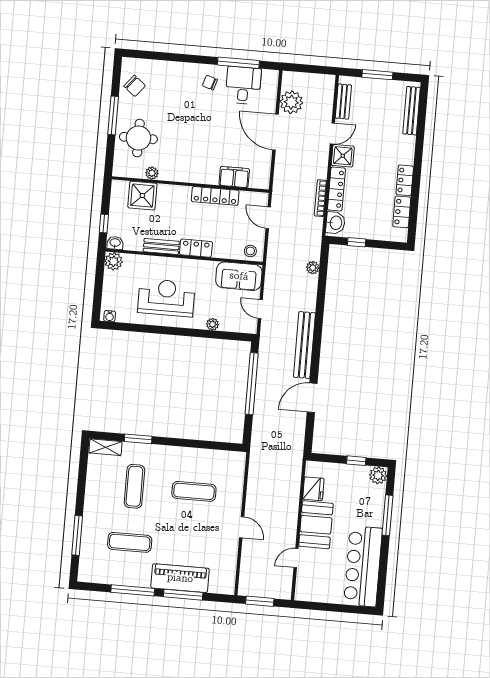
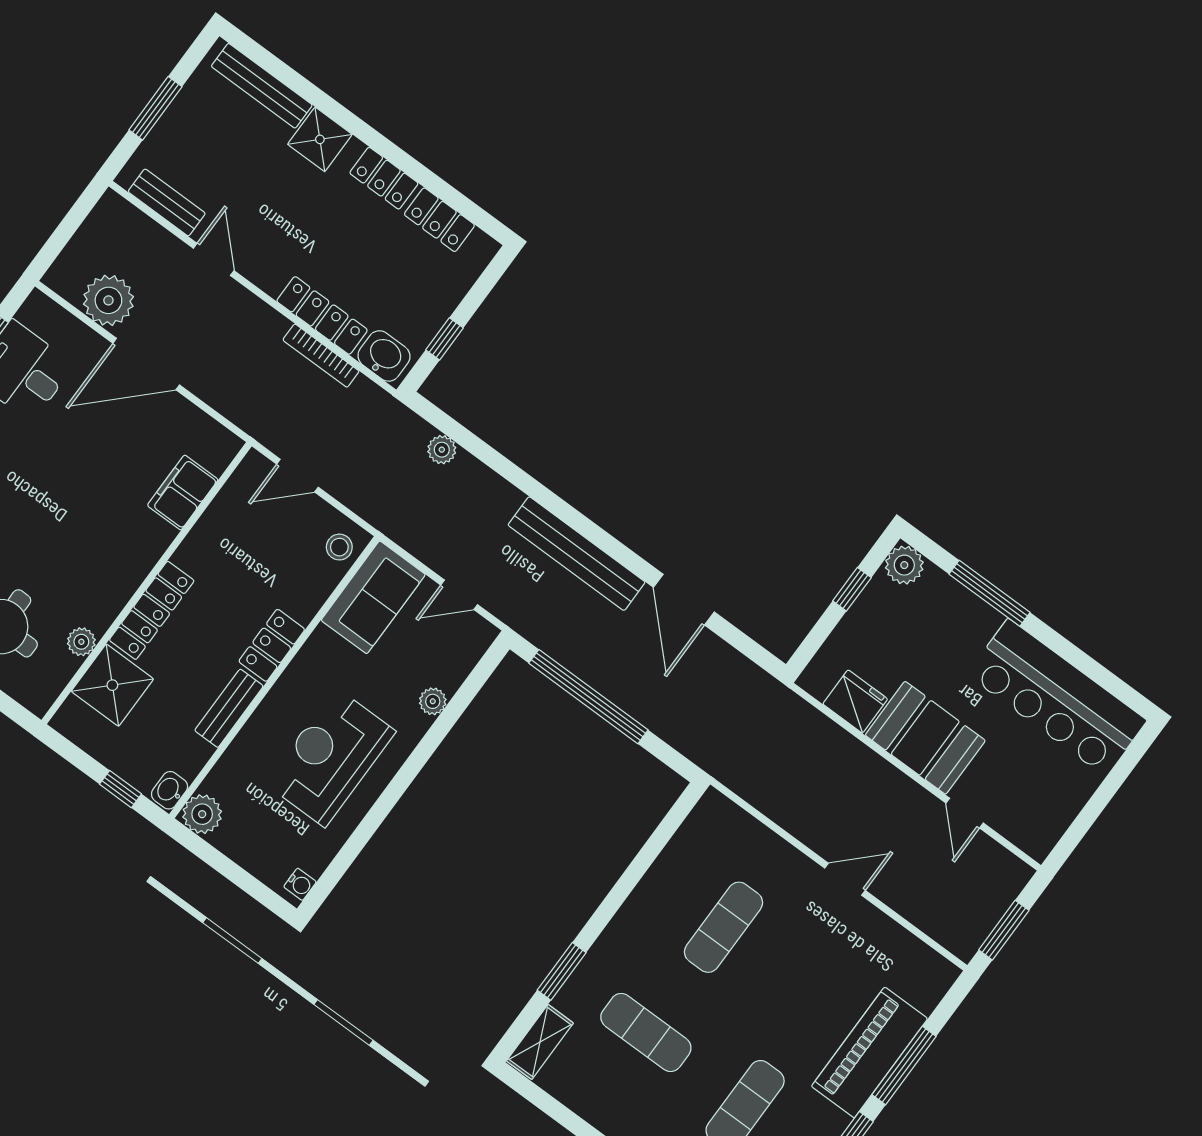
shower: (343, 156) -> (320, 139), moved
locker: (215, 196) -> (152, 610), moved

